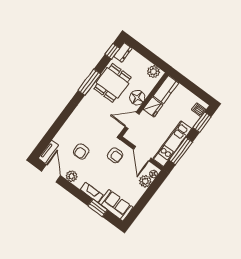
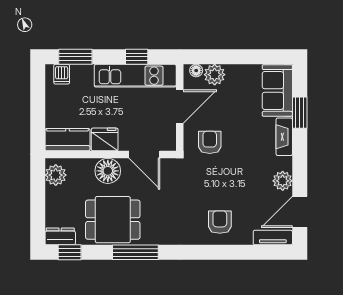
window: (181, 151) -> (137, 57), width x0.46
armchair: (81, 152) -> (220, 222), moved, turned -90

